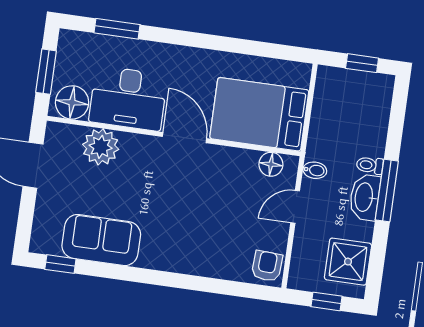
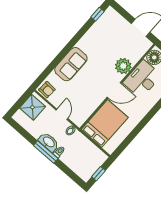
plant: (101, 147) -> (123, 66), moved
floor lamp: (271, 164) -> (83, 116), removed
sofa: (101, 240) -> (71, 64), moved
shower: (348, 262) -> (32, 107), moved
window: (327, 301) -> (19, 103), removed

